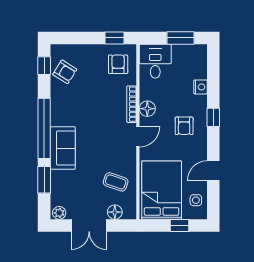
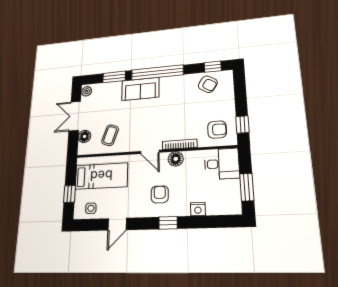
armchair: (65, 72) -> (208, 84), turned -89
armchair: (184, 126) -> (160, 194), turned 90
door: (213, 171) -> (117, 224), swing flipped
bed: (162, 190) -> (101, 176), width x0.67

